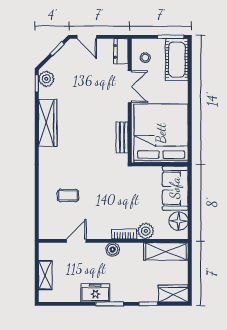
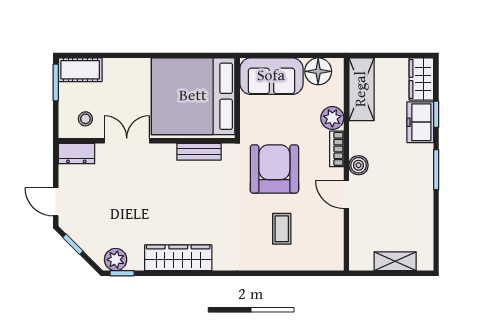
door: (87, 37) -> (56, 202), swing flipped
cot: (177, 60) -> (80, 70), width x0.73, depth x0.75
armchair: (110, 190) -> (274, 169), added
door: (76, 241) -> (346, 194), moved
freezer: (95, 293) -> (420, 122), moved

